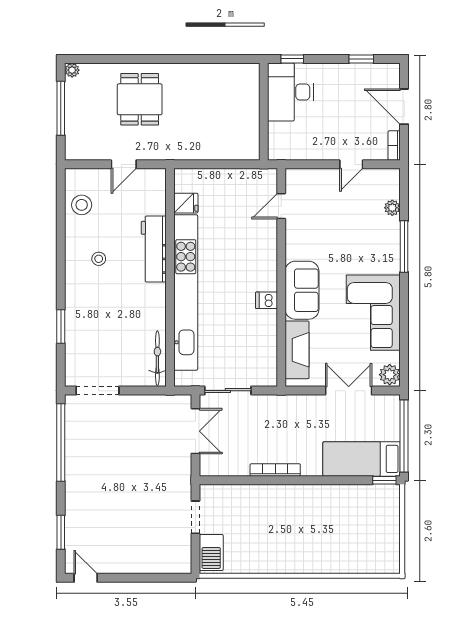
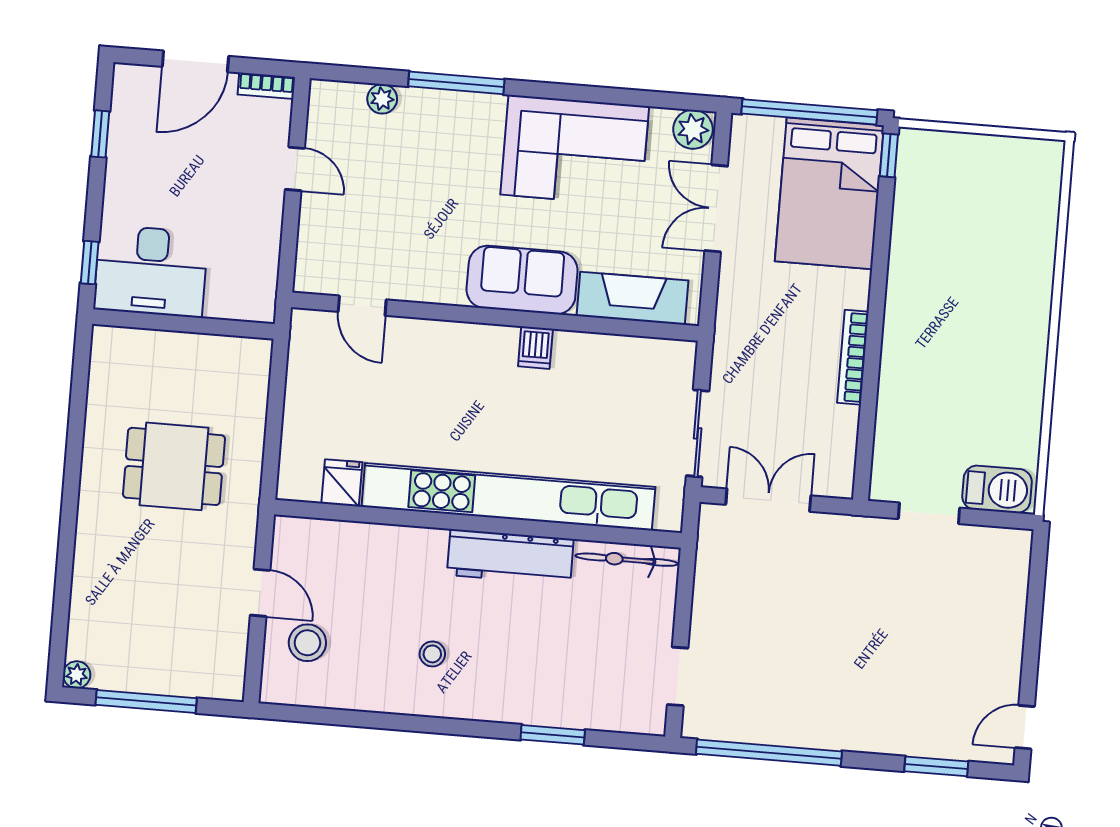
dining table: (140, 99) -> (174, 466), moved
stool: (82, 205) -> (307, 643), moved
workbench: (154, 249) -> (510, 557), moved
doorway: (97, 391) -> (678, 676), width x0.73
bed: (362, 459) -> (829, 193), width x1.50

